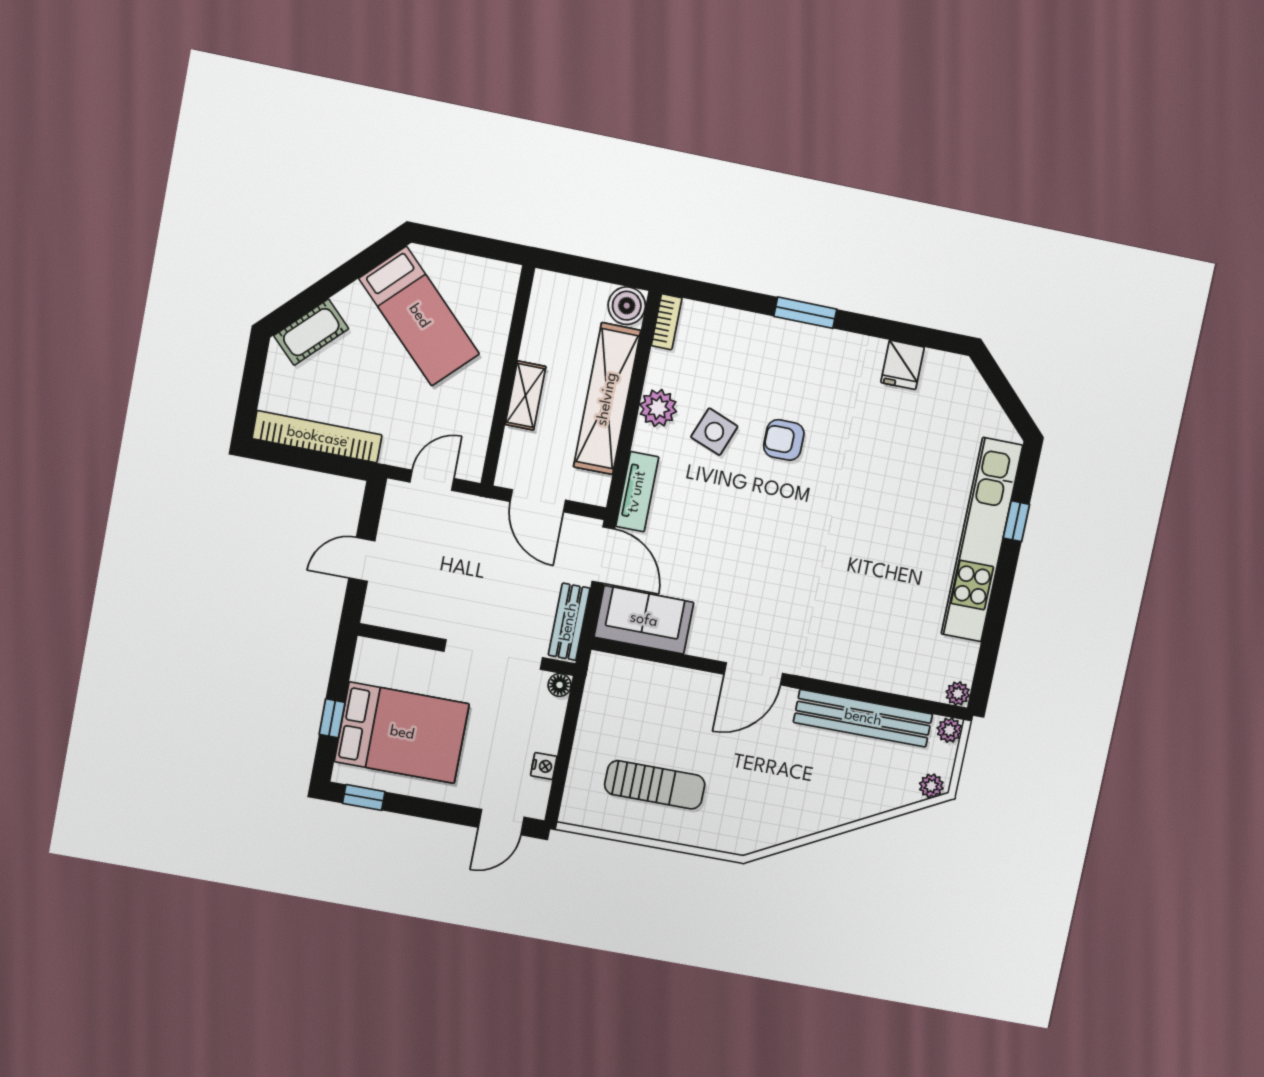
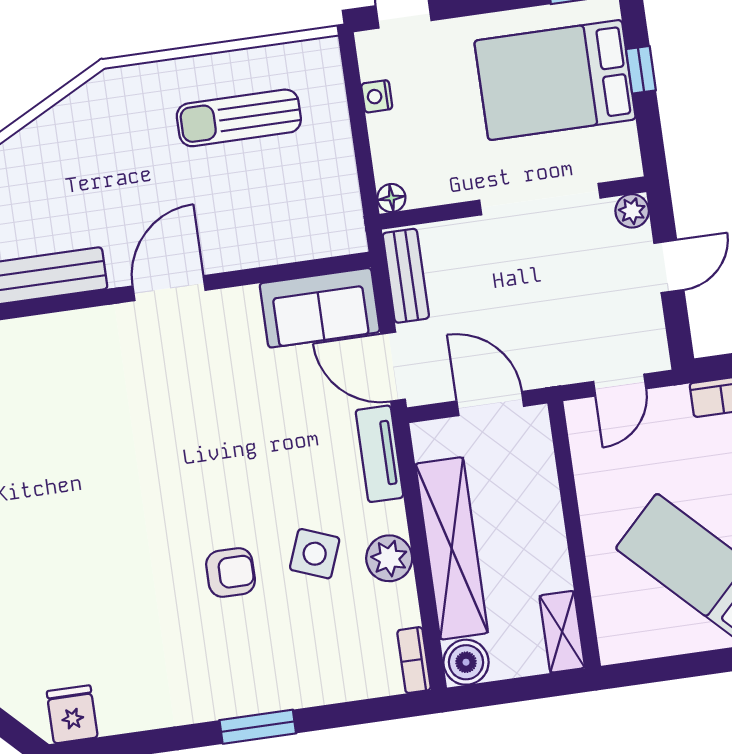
fridge: (903, 365) -> (72, 714), moved
shelving: (526, 395) -> (562, 632), moved
plant: (376, 612) -> (632, 211), added
doorway: (493, 654) -> (540, 199), moved

